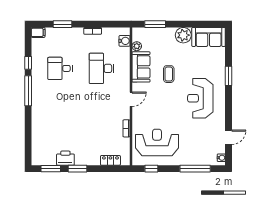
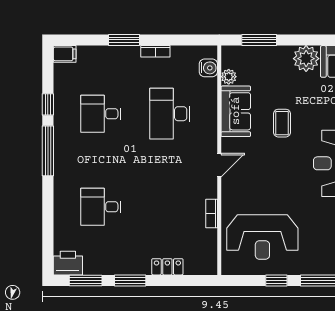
window: (63, 24) -> (124, 40), moved
desk: (60, 124) -> (101, 207), added
reception desk: (157, 143) -> (262, 237), turned 180
printer: (65, 158) -> (68, 263), moved
locker: (110, 160) -> (167, 267), moved
window: (151, 169) -> (276, 280), moved

